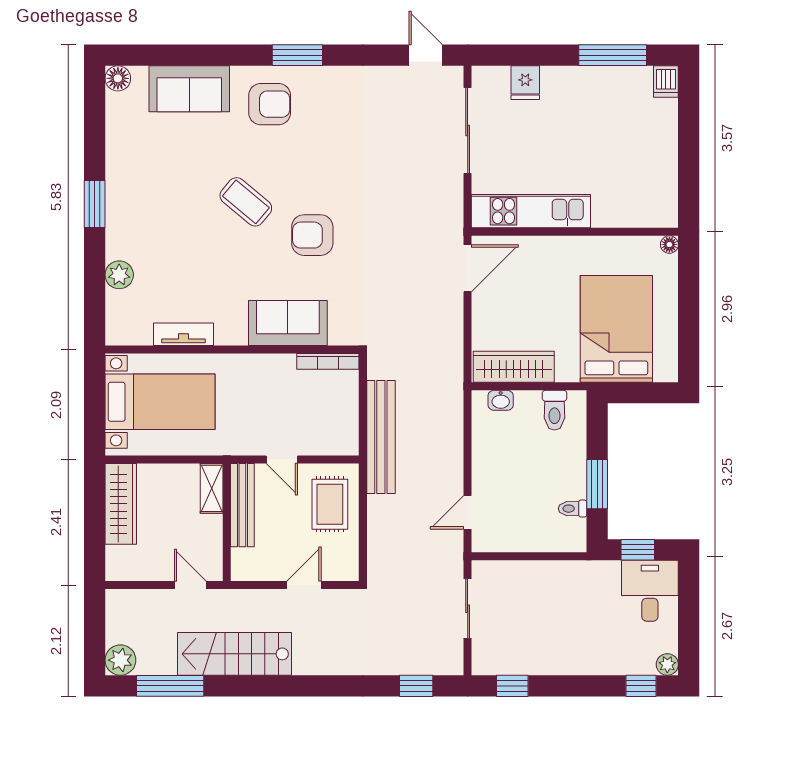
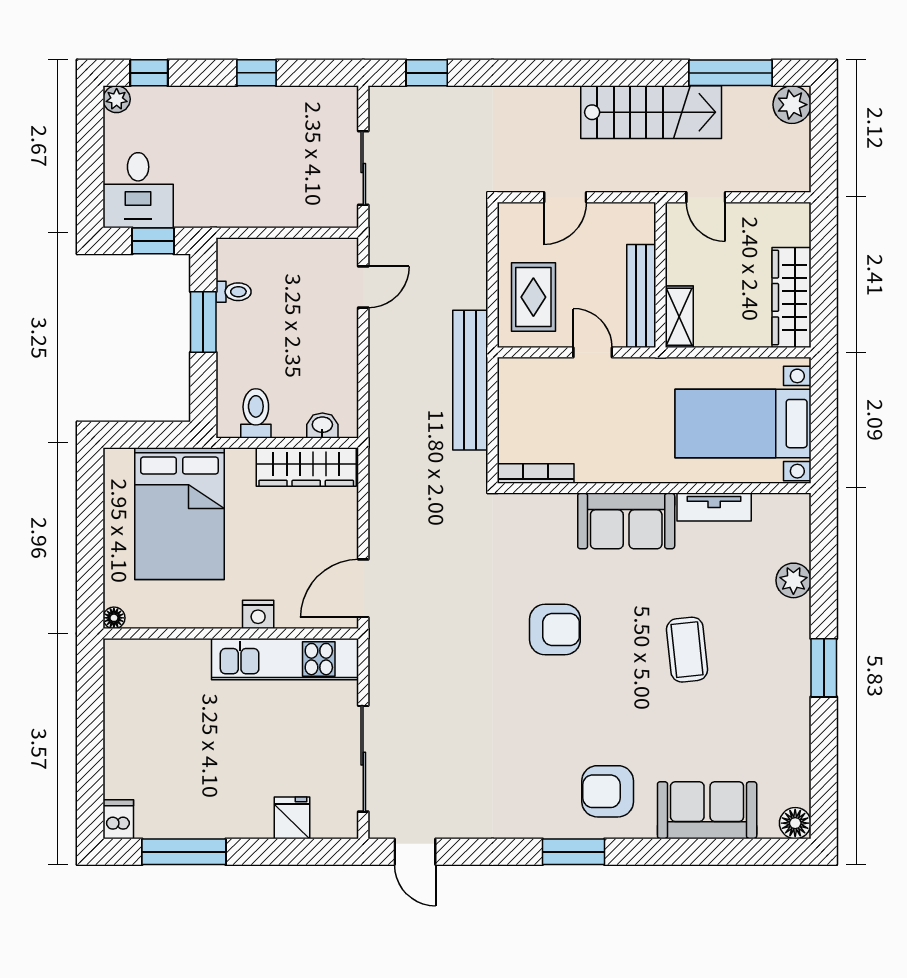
coffee table: (246, 202) -> (687, 650), moved, turned 44
nightstand: (553, 247) -> (258, 614), added
sofa: (288, 323) -> (626, 521), moved
window: (512, 686) -> (256, 73), moved

